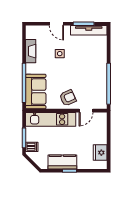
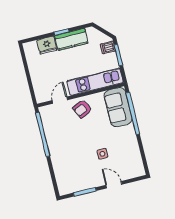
tv unit: (89, 30) -> (78, 186), removed
fireplace: (31, 51) -> (134, 149), removed
fridge: (100, 153) -> (47, 45), moved, turned 90

